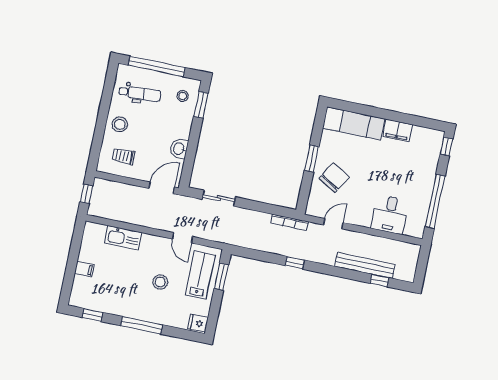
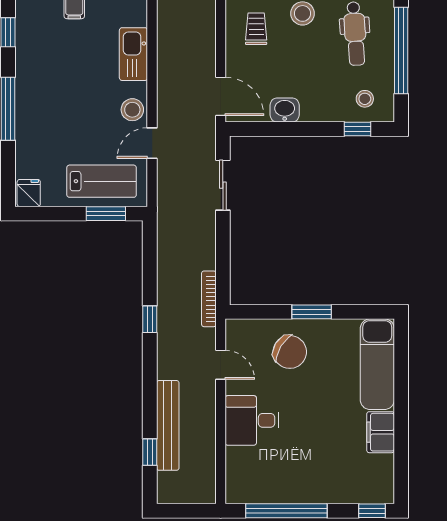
window: (201, 105) -> (357, 129), width x0.67
desk: (390, 214) -> (252, 420), moved
stool: (160, 282) -> (132, 110), moved

